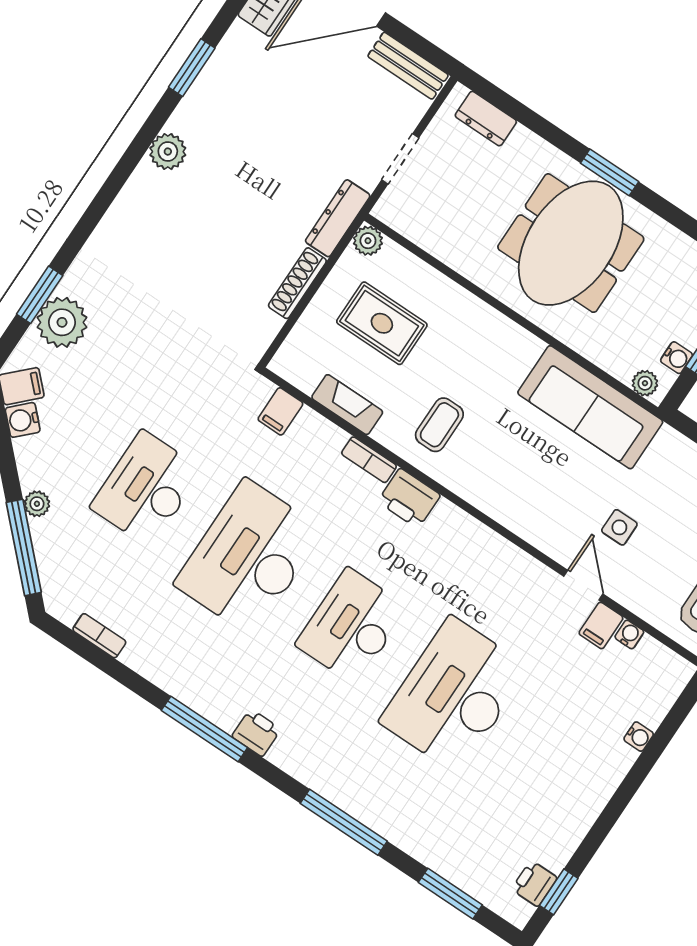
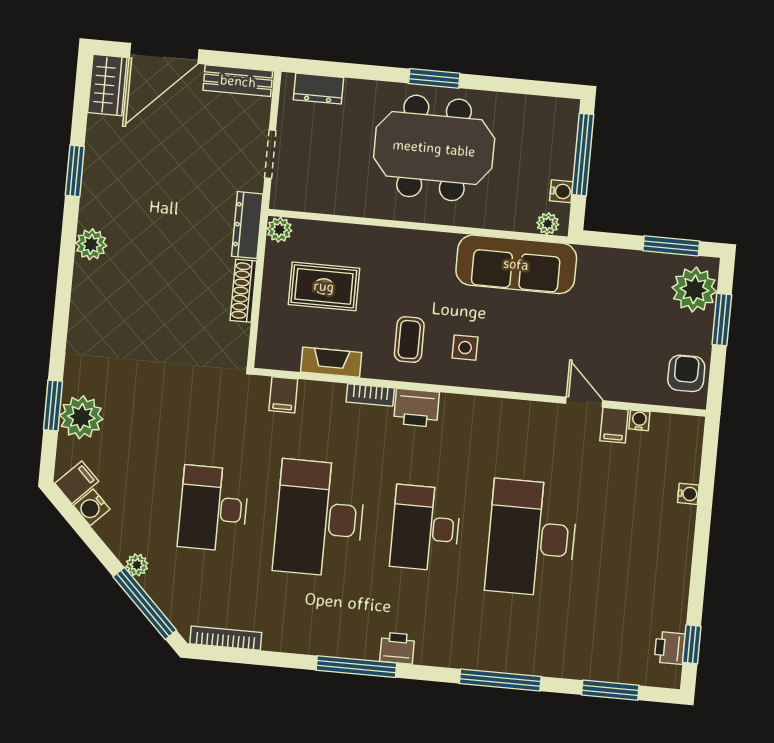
meeting table: (571, 243) -> (434, 148), turned 90
side table: (619, 527) -> (465, 348), moved
bookcase: (99, 636) -> (226, 638), width x1.56

